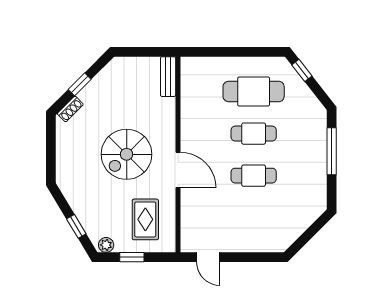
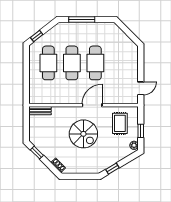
window: (80, 84) -> (37, 153), moved
cafe table: (254, 134) -> (72, 63), width x1.37, depth x1.35
cafe table: (254, 176) -> (95, 63), width x1.37, depth x1.35
rug: (145, 219) -> (120, 123), turned 90
window: (76, 226) -> (112, 169), moved

